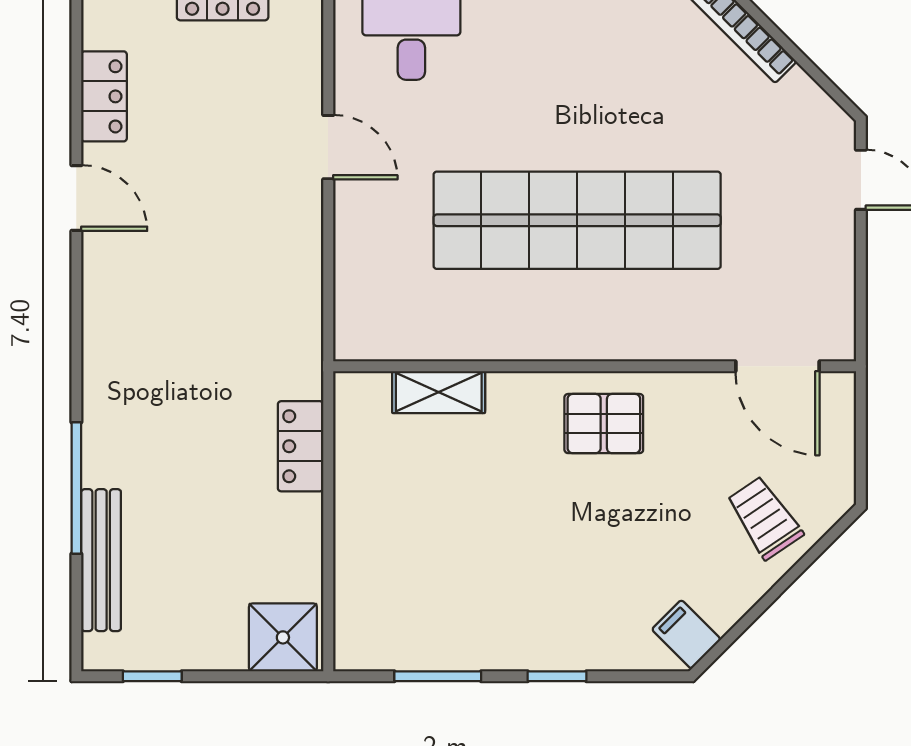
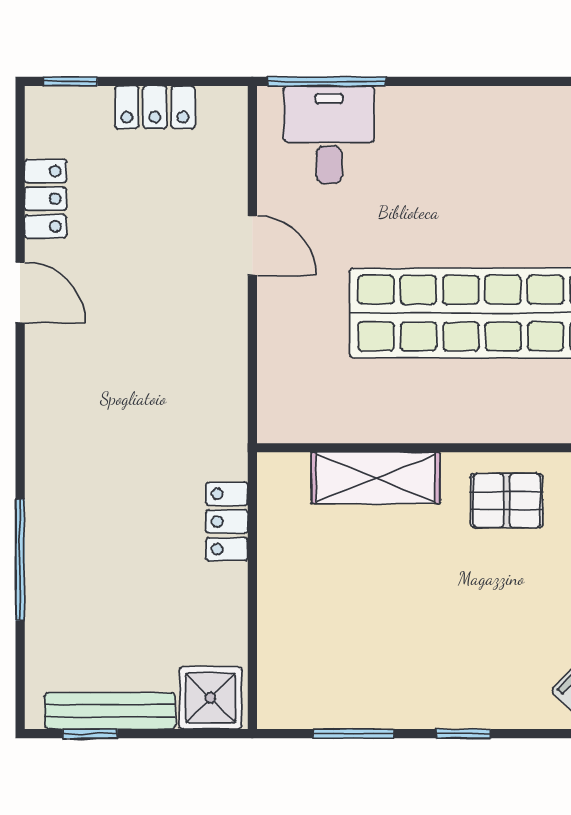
shelving: (439, 392) -> (376, 478), width x1.50, depth x1.33
bench: (101, 560) -> (110, 711), moved, turned 90

